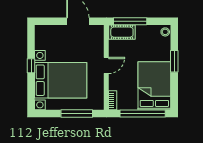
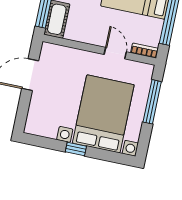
door: (106, 65) -> (115, 53), moved

